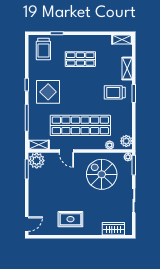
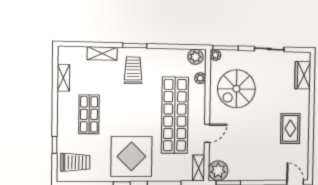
shelving: (122, 40) -> (63, 78), moved
display table: (48, 92) -> (131, 156), width x1.36, depth x1.36
trolley: (115, 92) -> (133, 70), turned 180

